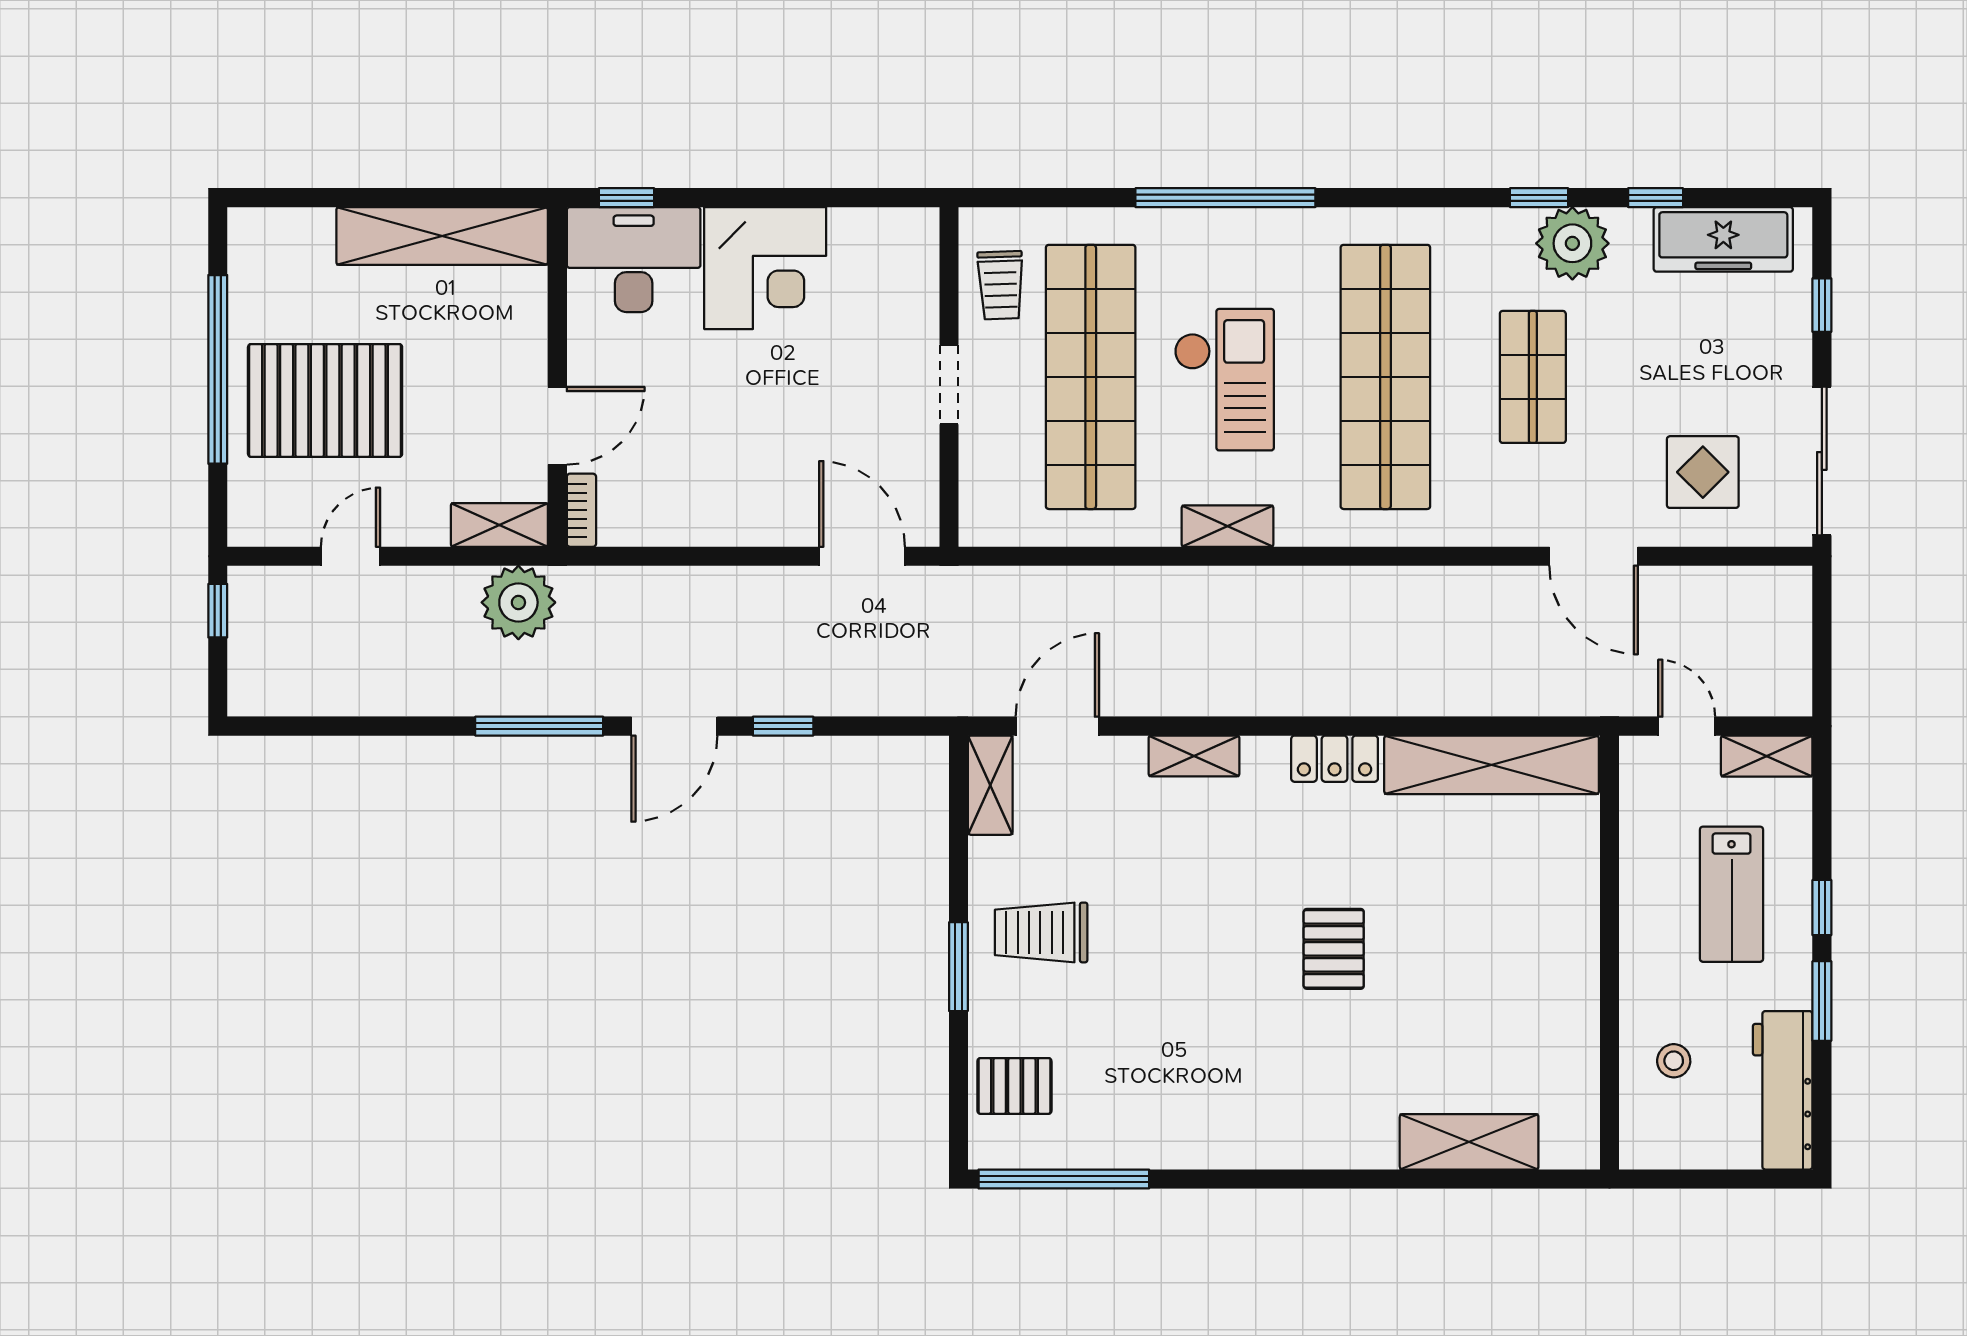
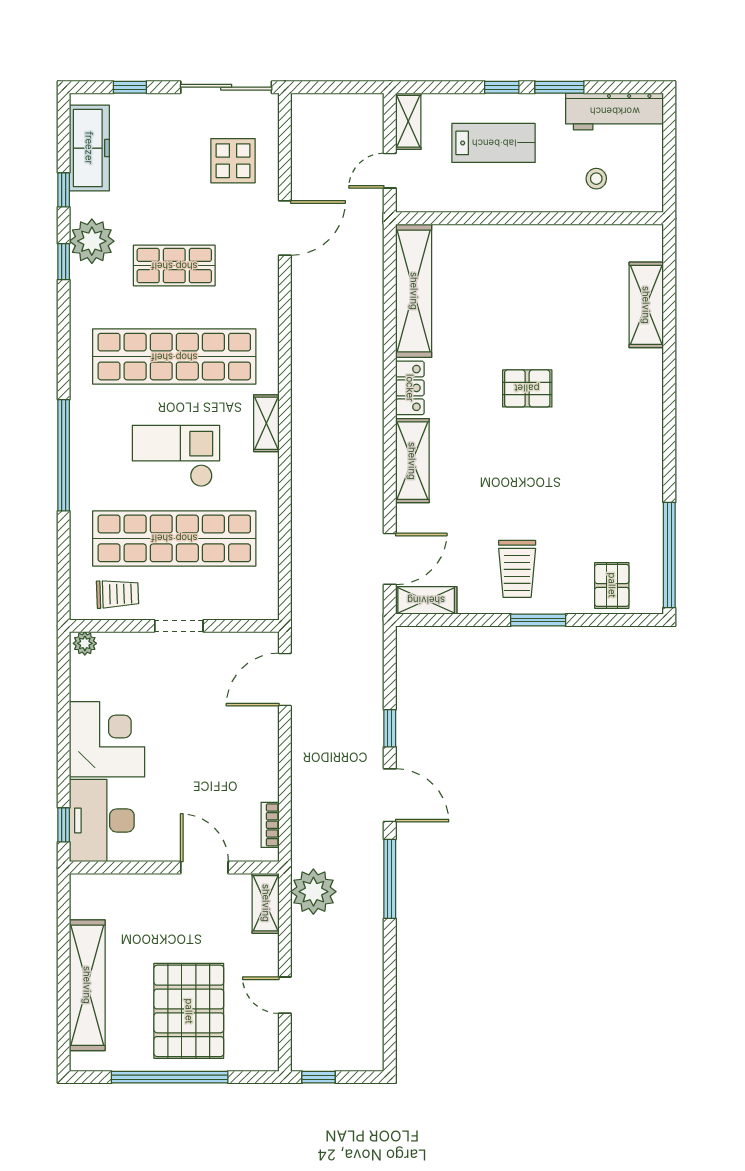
plant: (921, 232) -> (85, 643), added
shelving: (442, 236) -> (87, 985), moved
bookcase: (581, 510) -> (270, 825), moved, turned -90
shelving: (1228, 526) -> (266, 423), moved
door: (1057, 726) -> (390, 559), swing flipped
shelving: (1194, 756) -> (412, 461), width x1.50, depth x1.33

